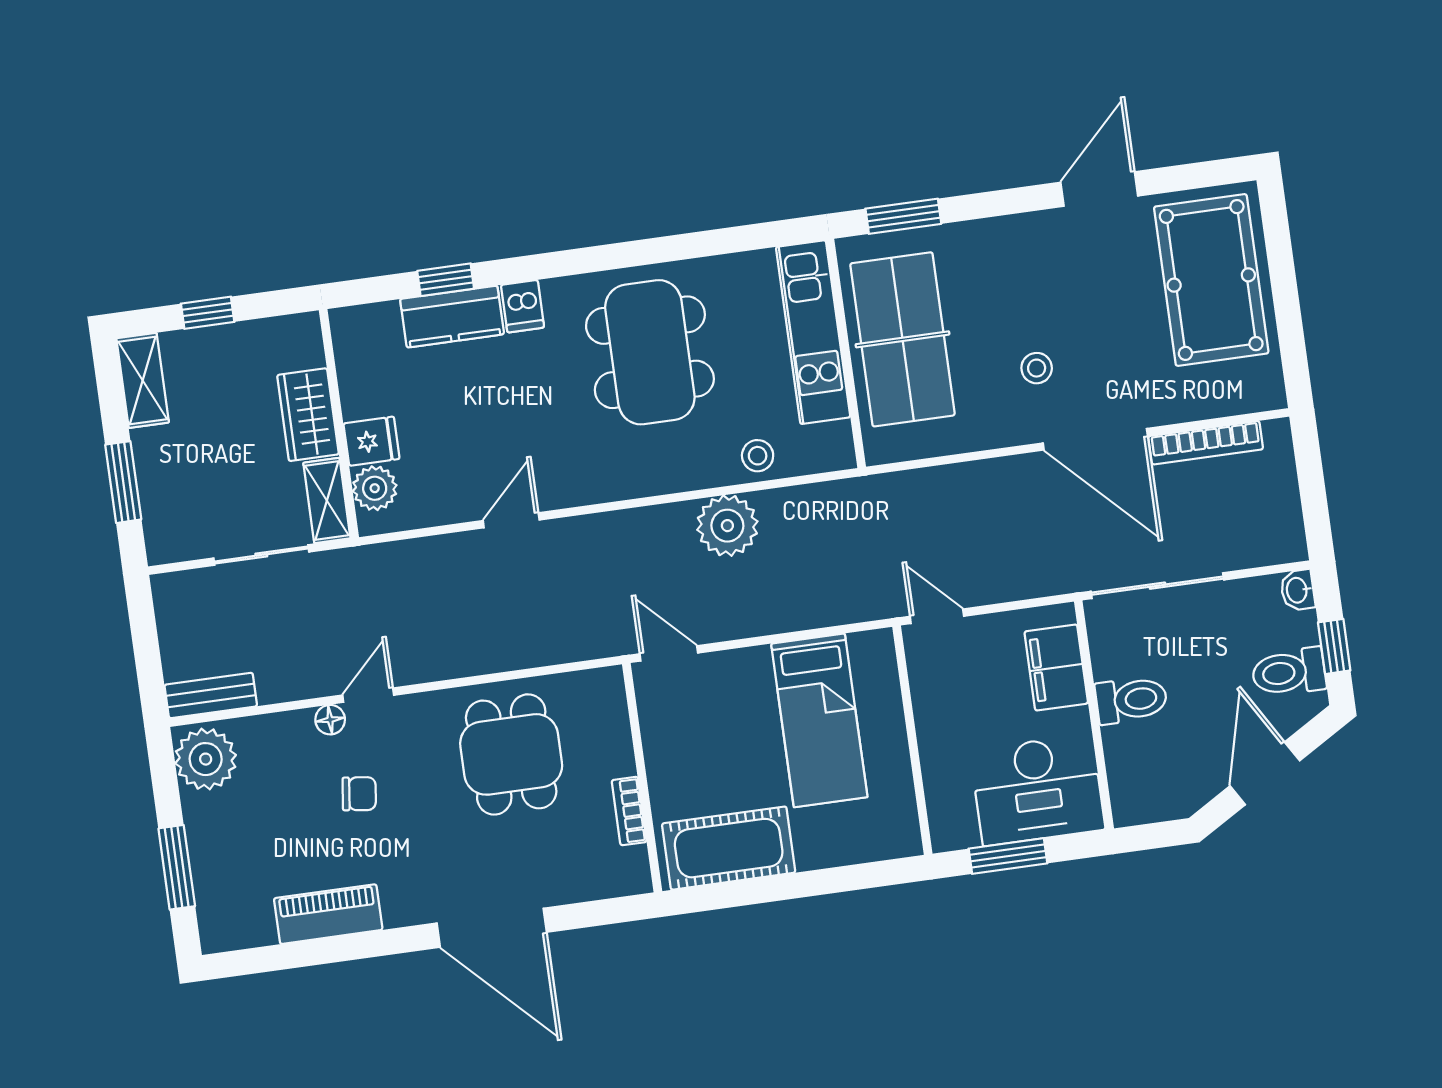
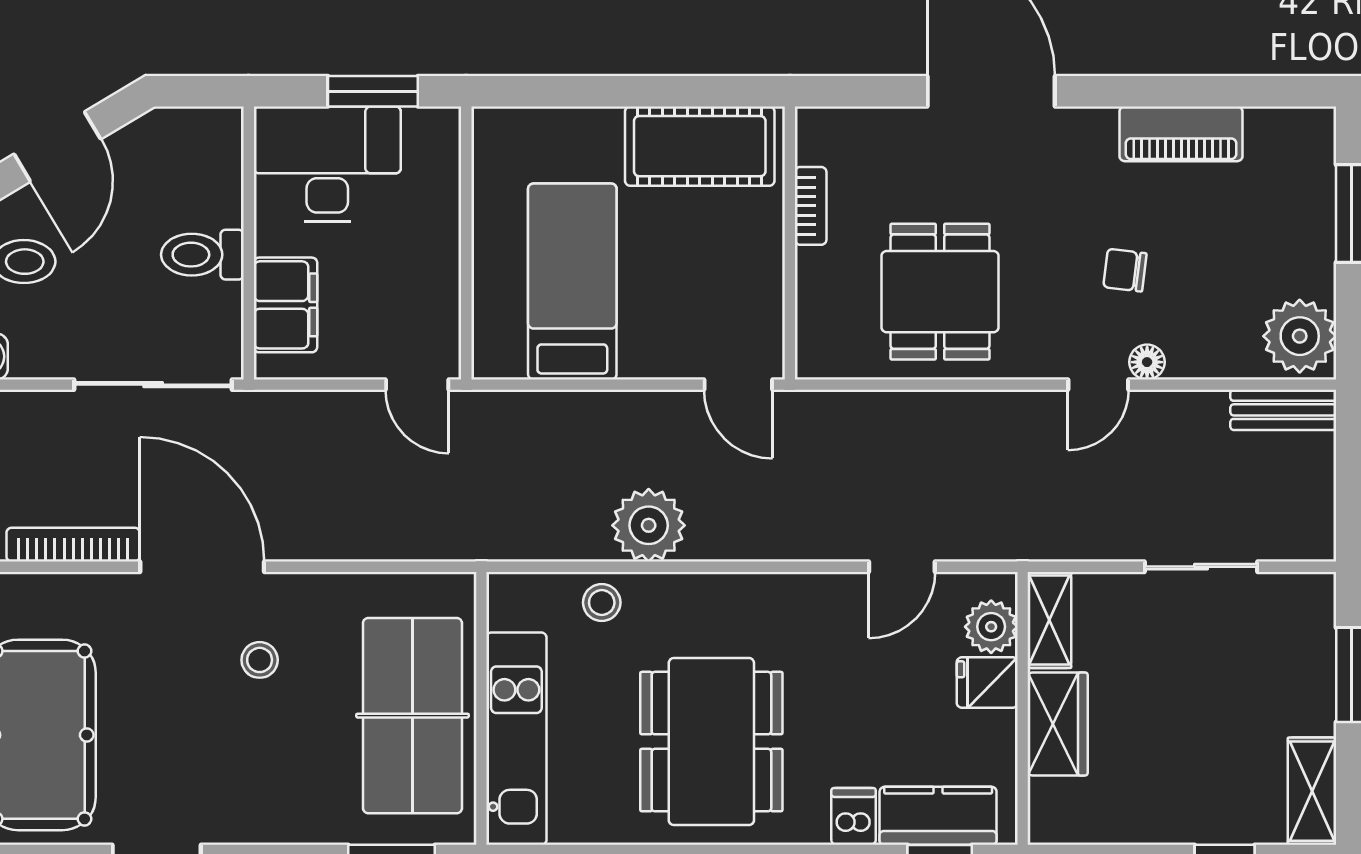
wardrobe: (308, 415) -> (1058, 724), moved
wall: (339, 424) -> (1023, 708), moved
fridge: (372, 441) -> (987, 683), moved
plant: (375, 488) -> (991, 627), moved
shelving: (327, 501) -> (1049, 620), moved

